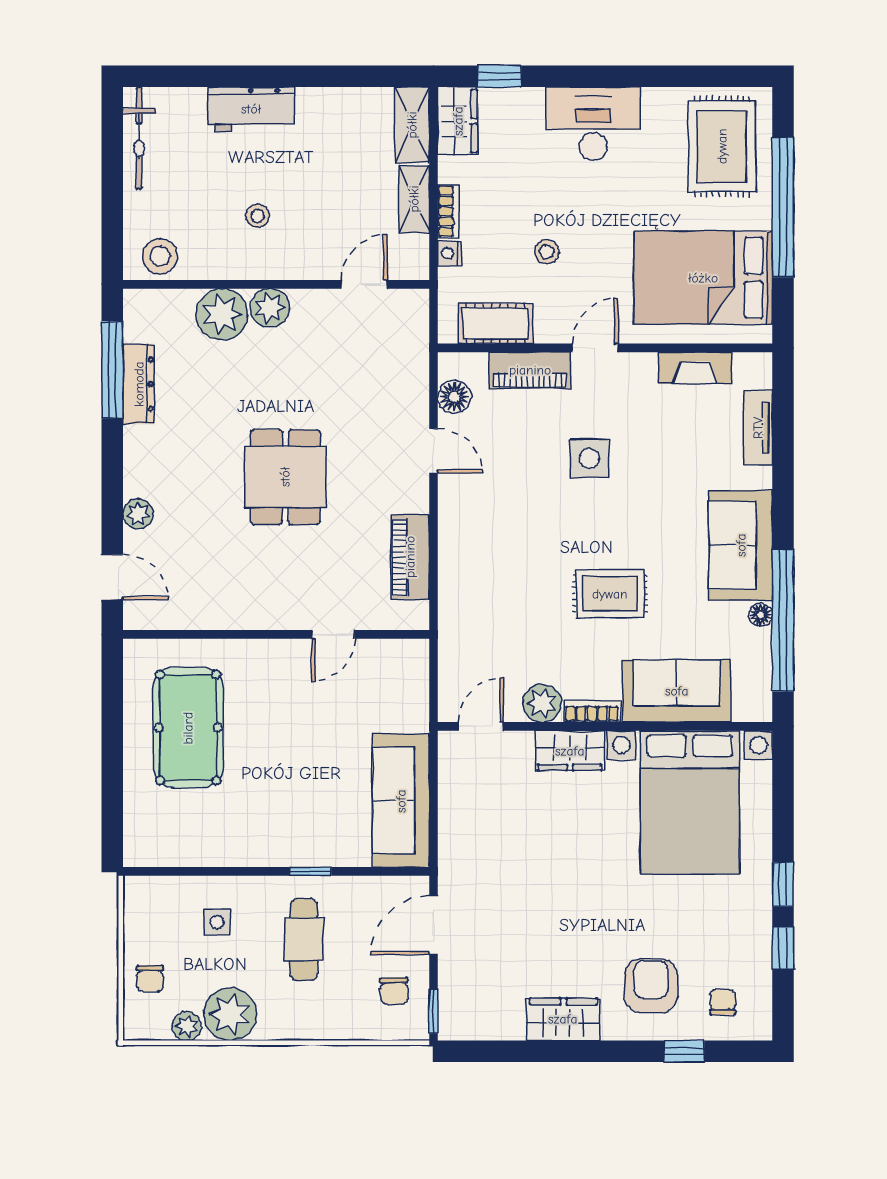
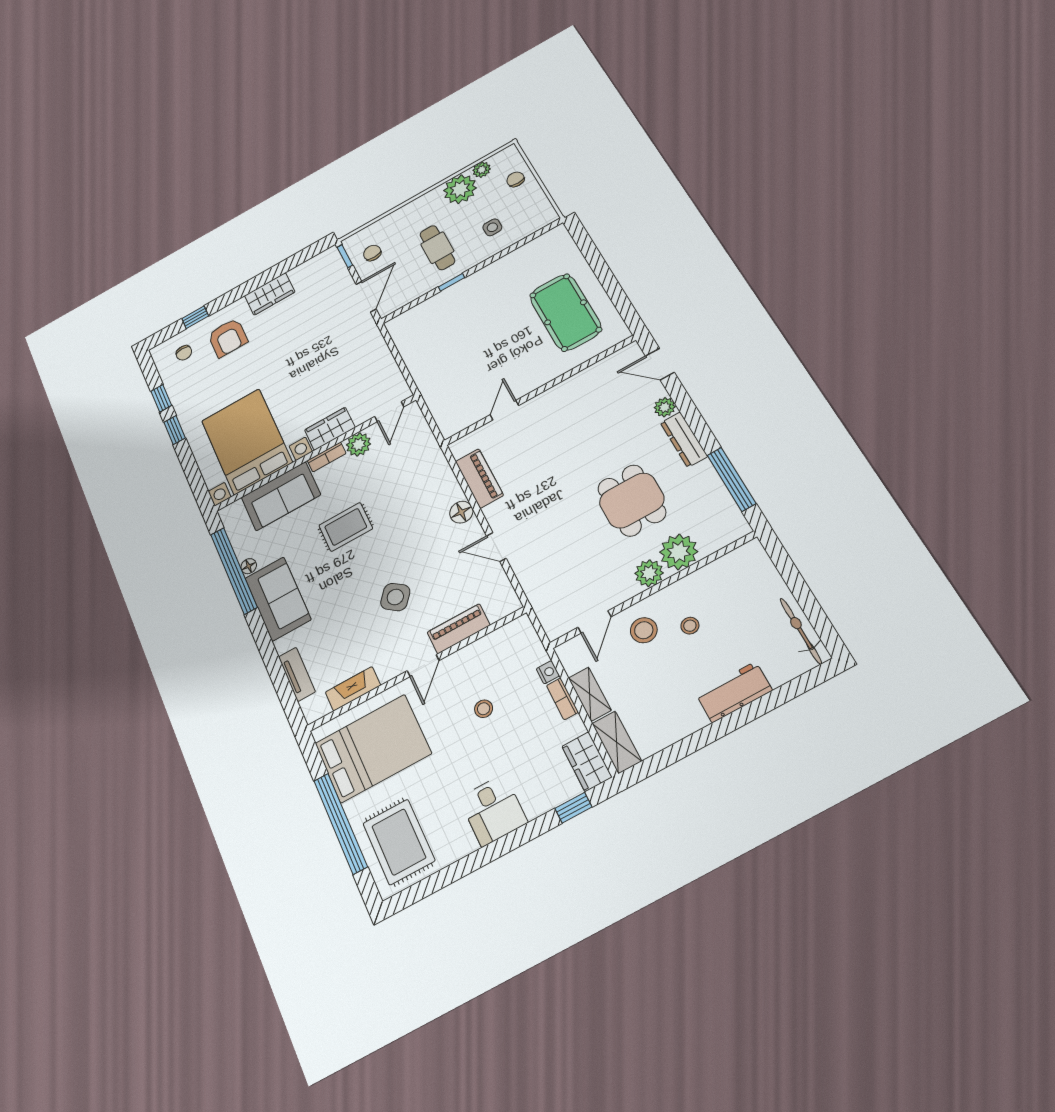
desk: (593, 124) -> (493, 810), width x0.73
stool: (160, 256) -> (644, 630), moved
cot: (496, 323) -> (495, 645), removed
dresser: (139, 384) -> (684, 440), moved
floor lamp: (454, 397) -> (461, 512), moved
side table: (589, 458) -> (395, 597), turned 38
dining table: (285, 477) -> (632, 500), moved
sofa: (401, 801) -> (417, 347), removed

